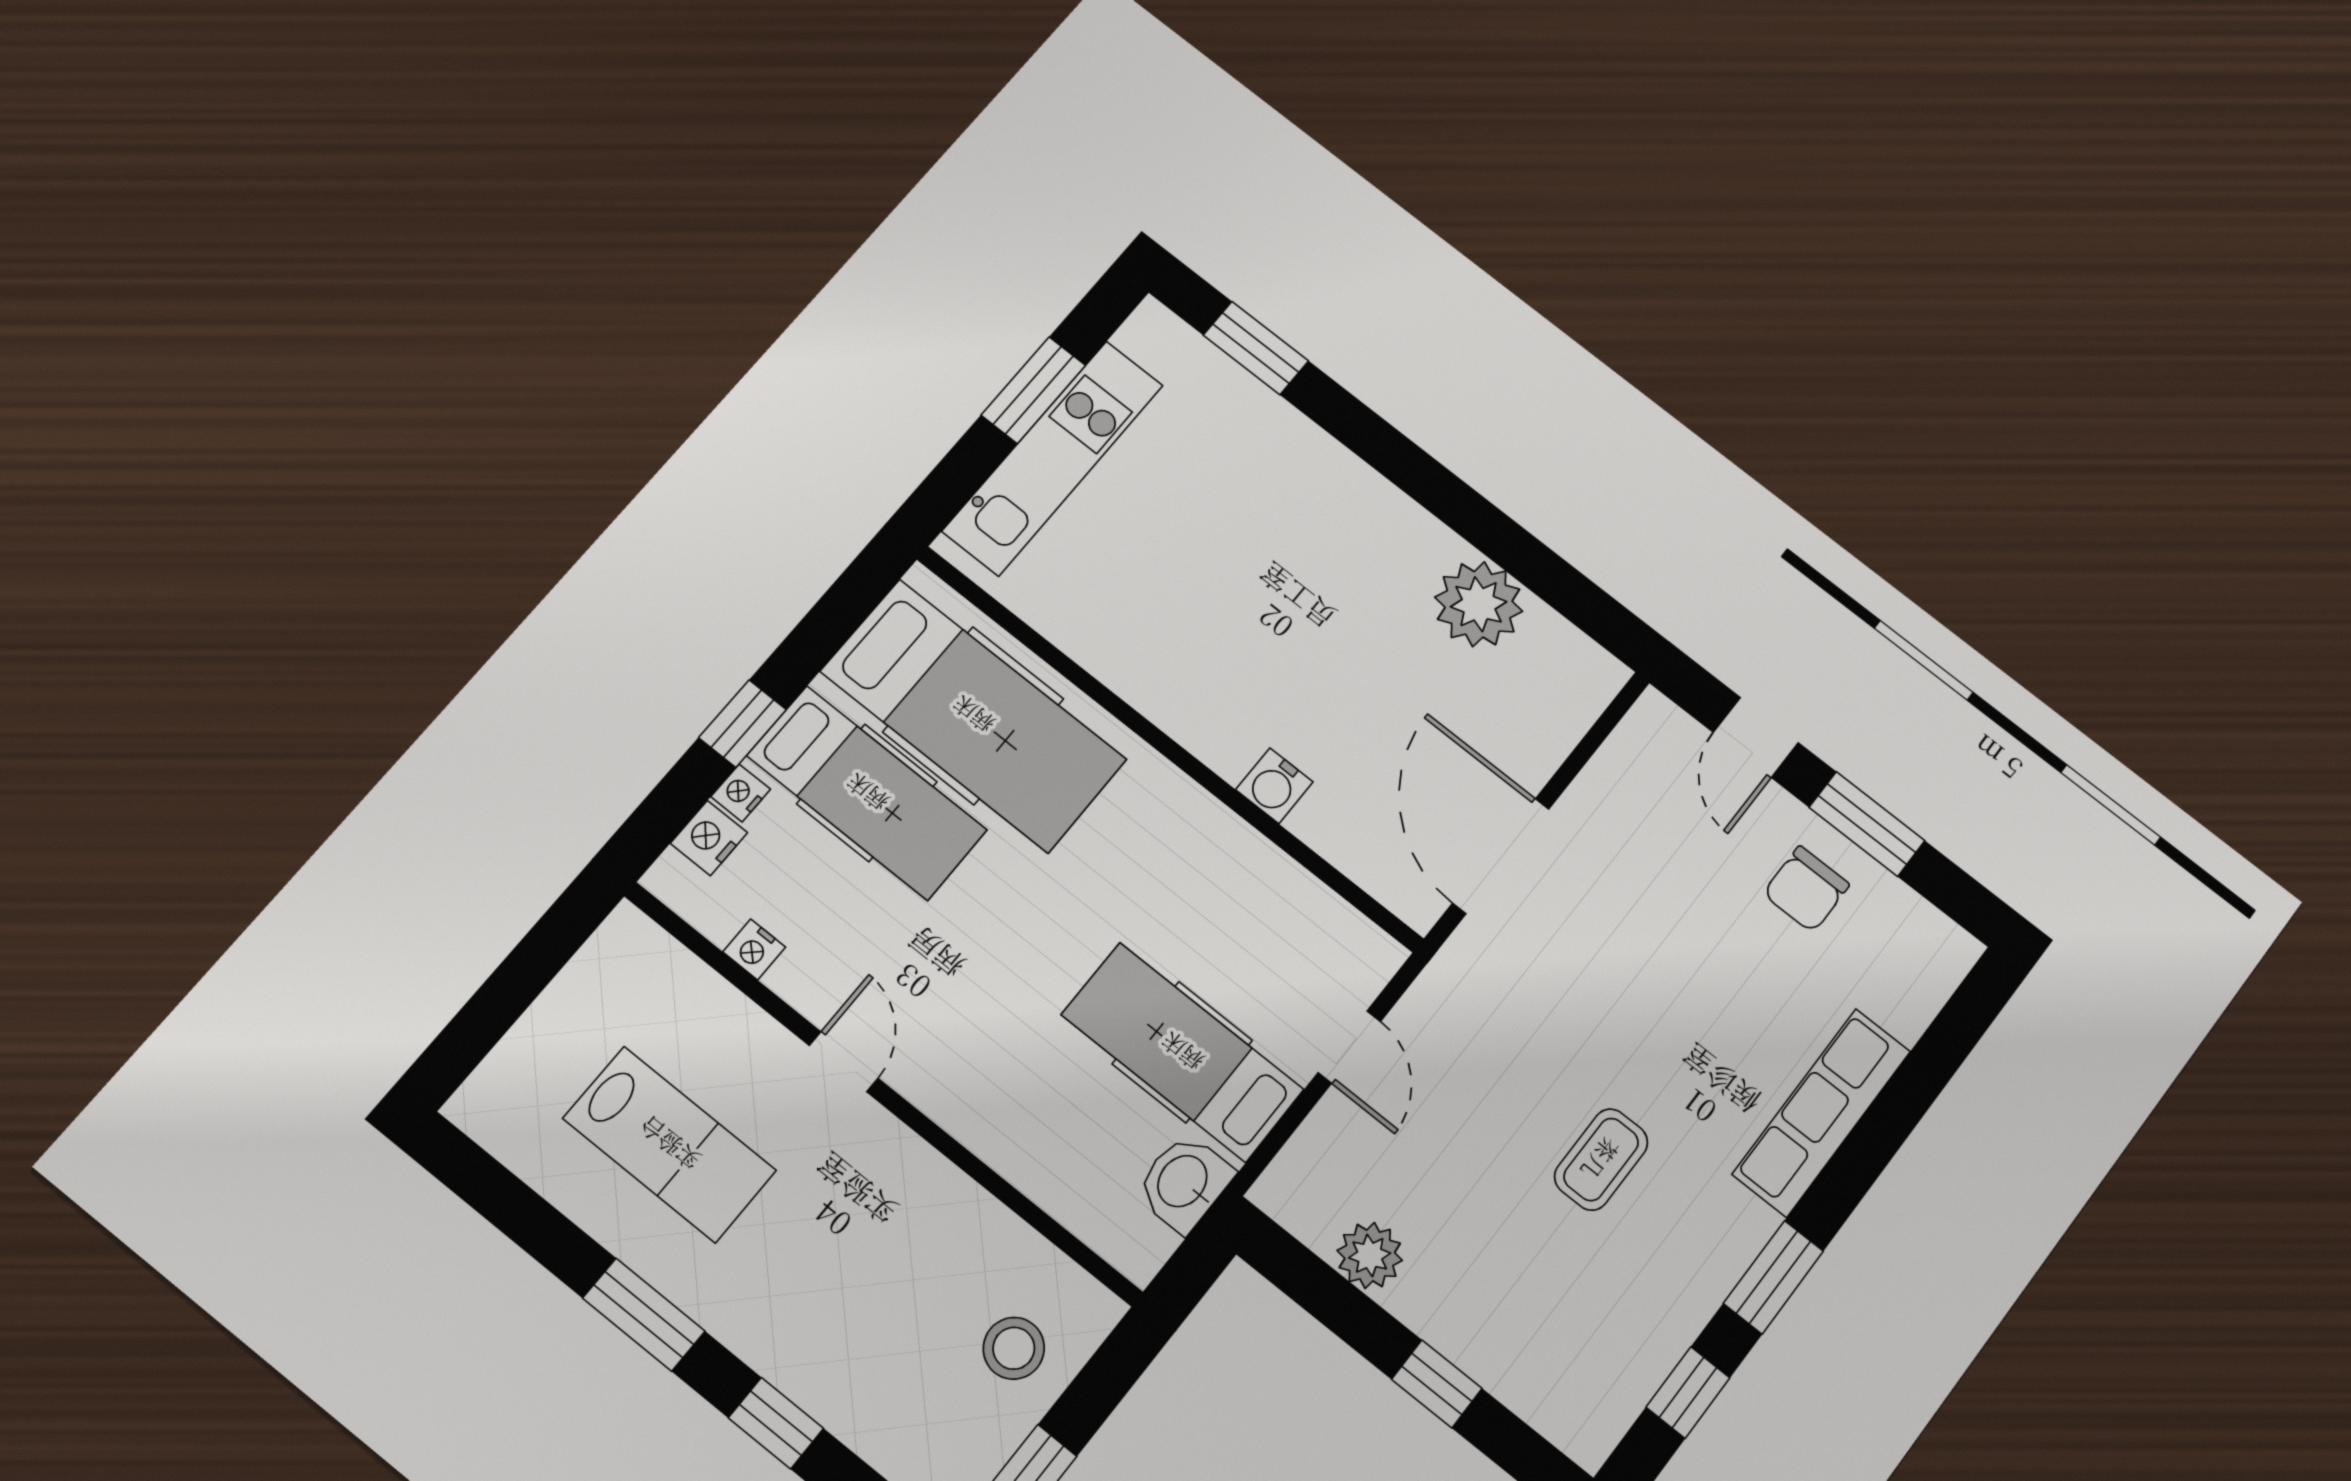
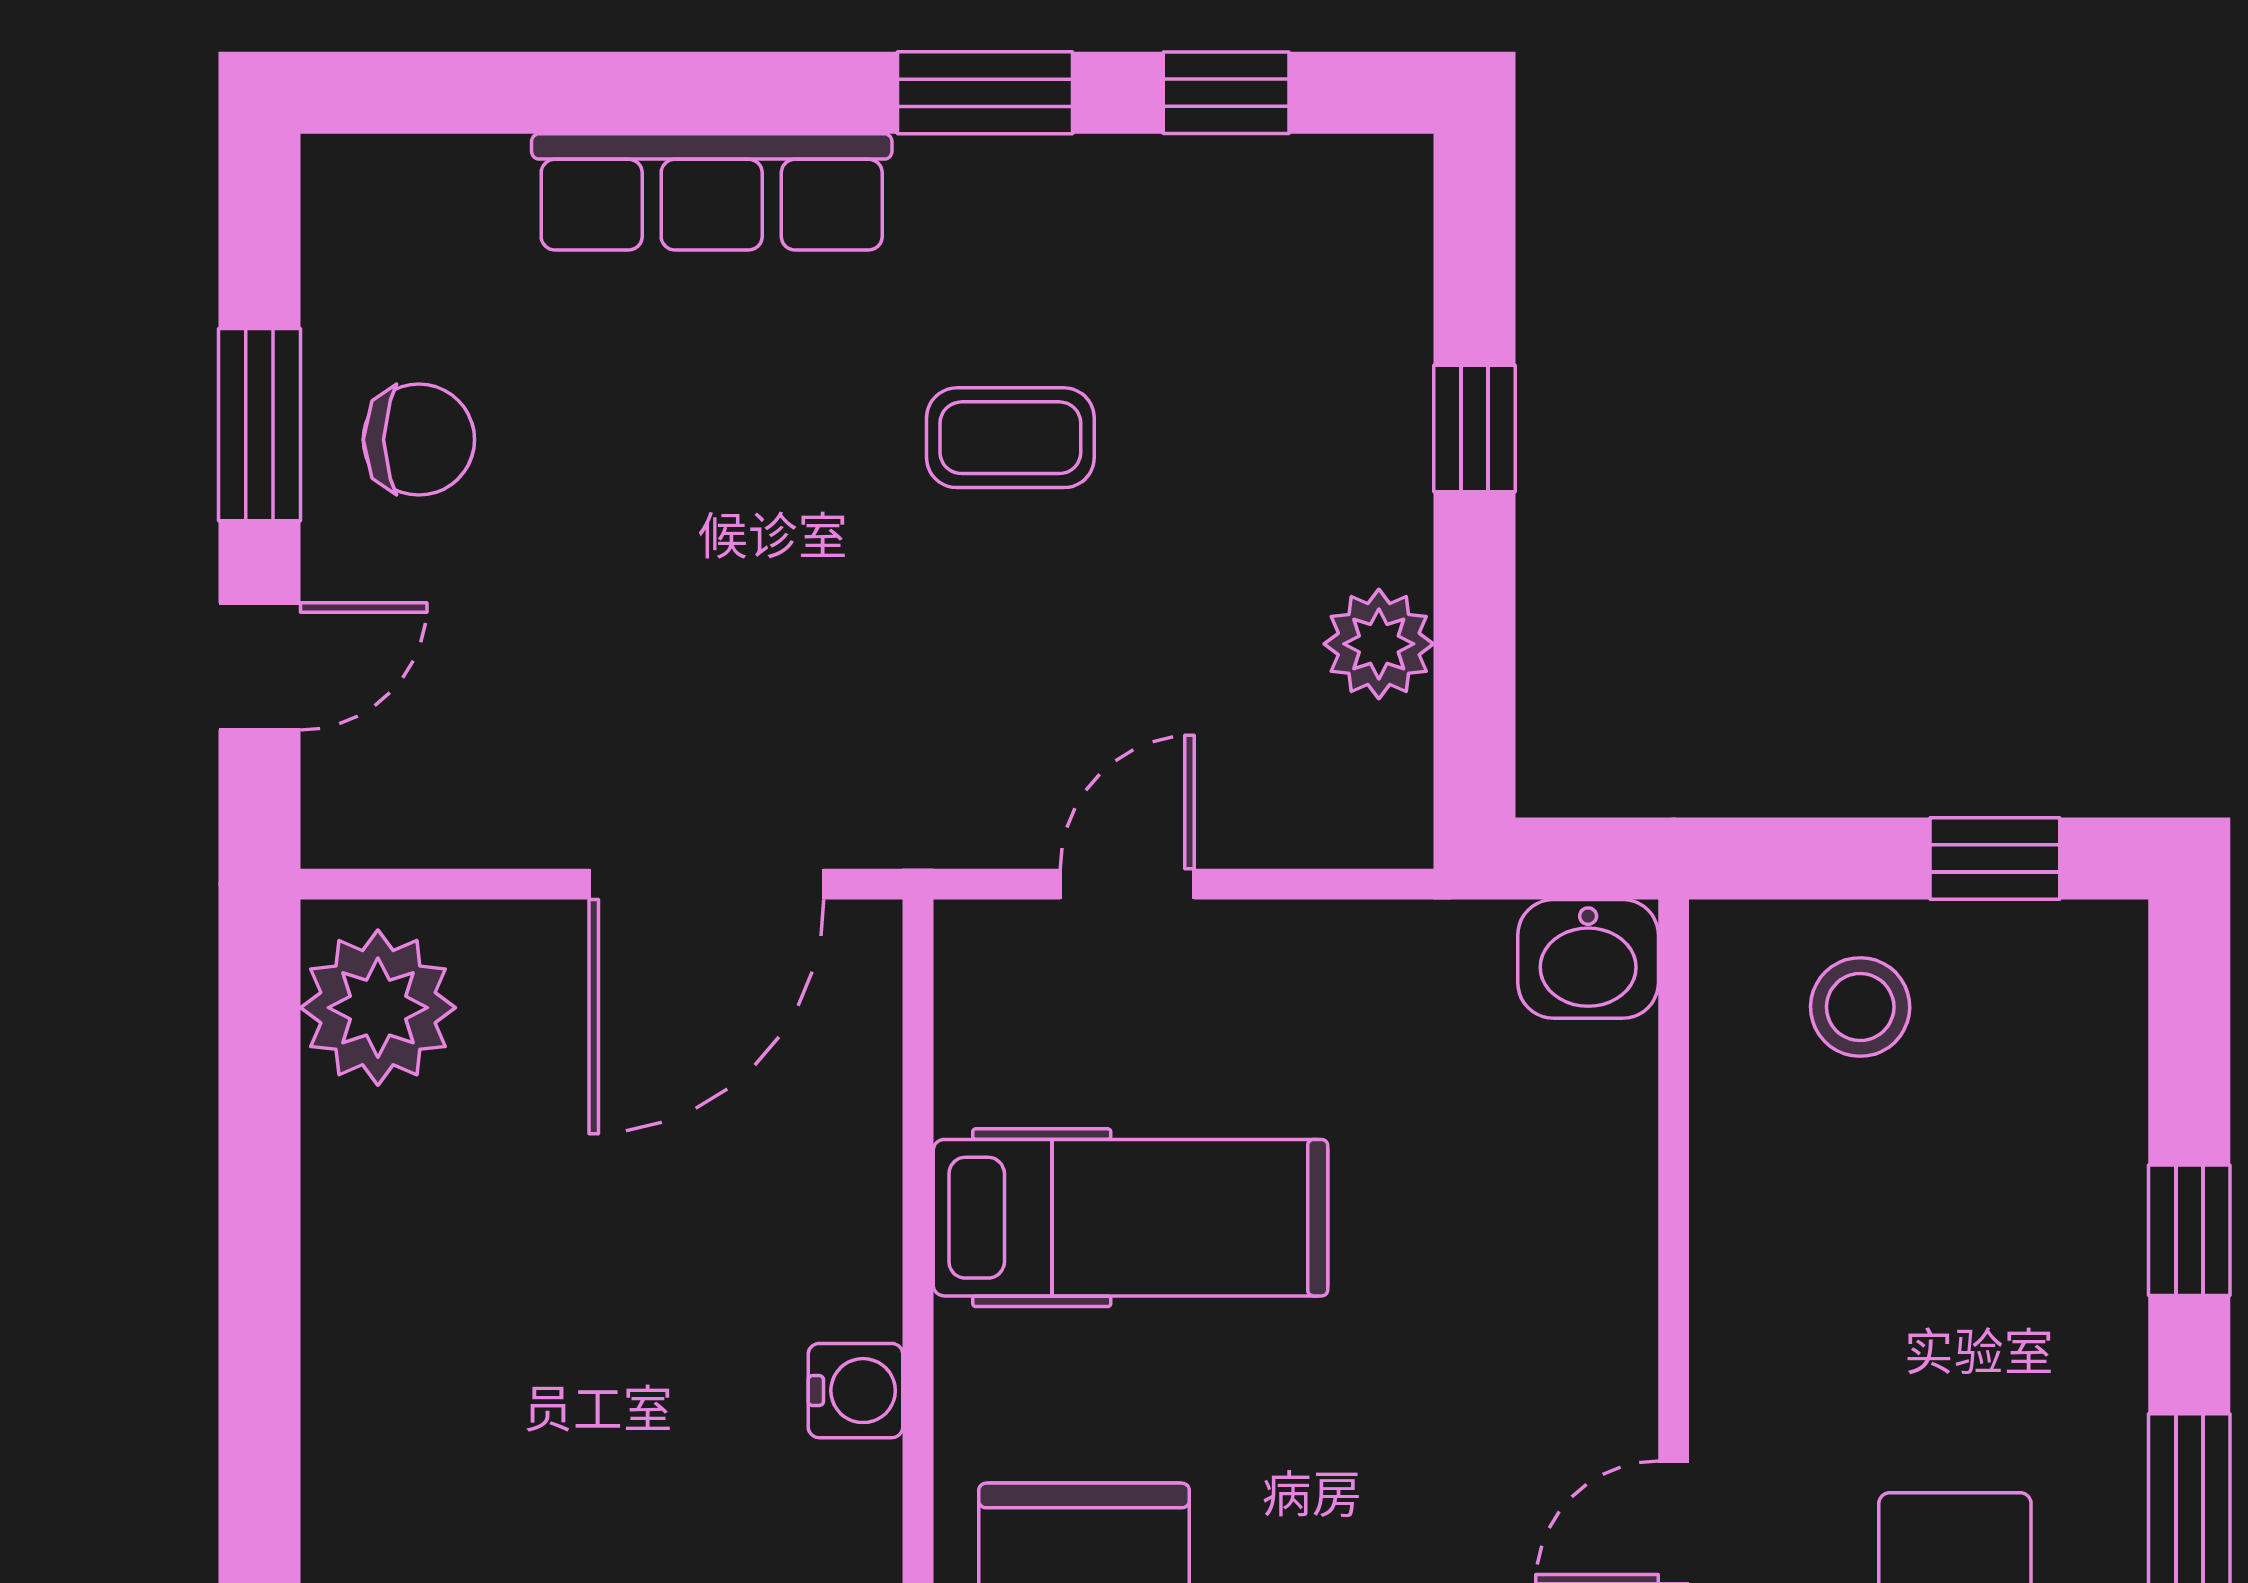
plant: (1479, 604) -> (378, 1008), moved
water cooler: (1274, 786) -> (855, 1391), moved
hospital bed: (1182, 1052) -> (1130, 1218), moved, turned -90
washbasin: (1184, 1182) -> (1588, 959), moved

